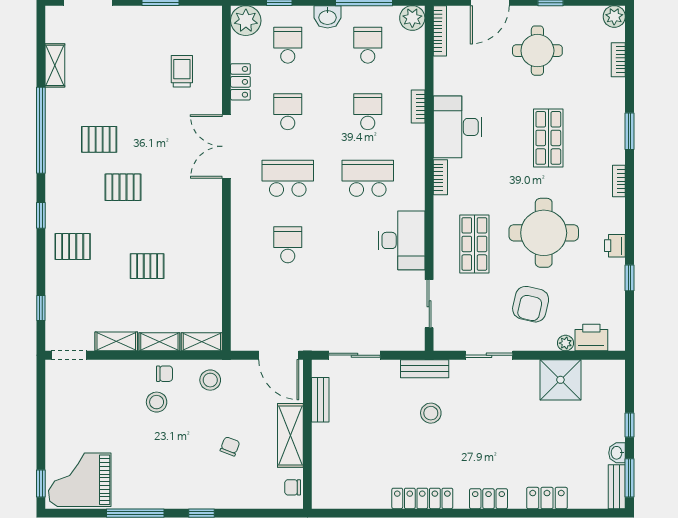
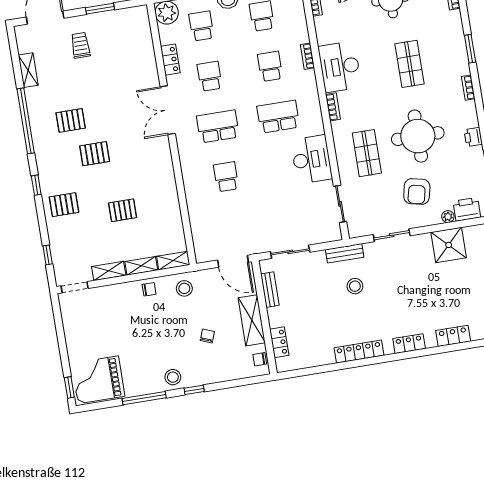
trolley: (182, 71) -> (80, 45), moved
stool: (157, 402) -> (173, 377), moved
locker: (321, 470) -> (279, 342), added

